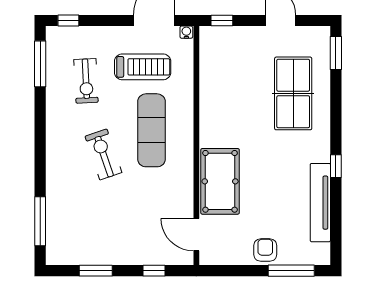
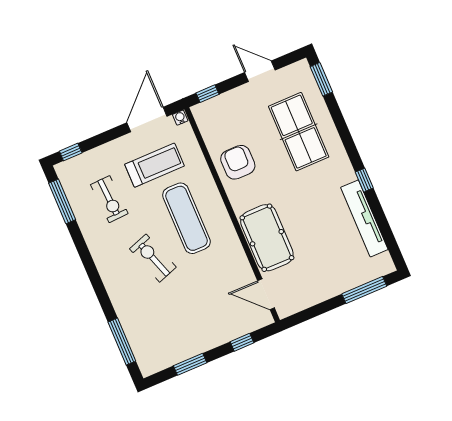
armchair: (265, 250) -> (238, 162), moved, width x1.38, depth x1.38

